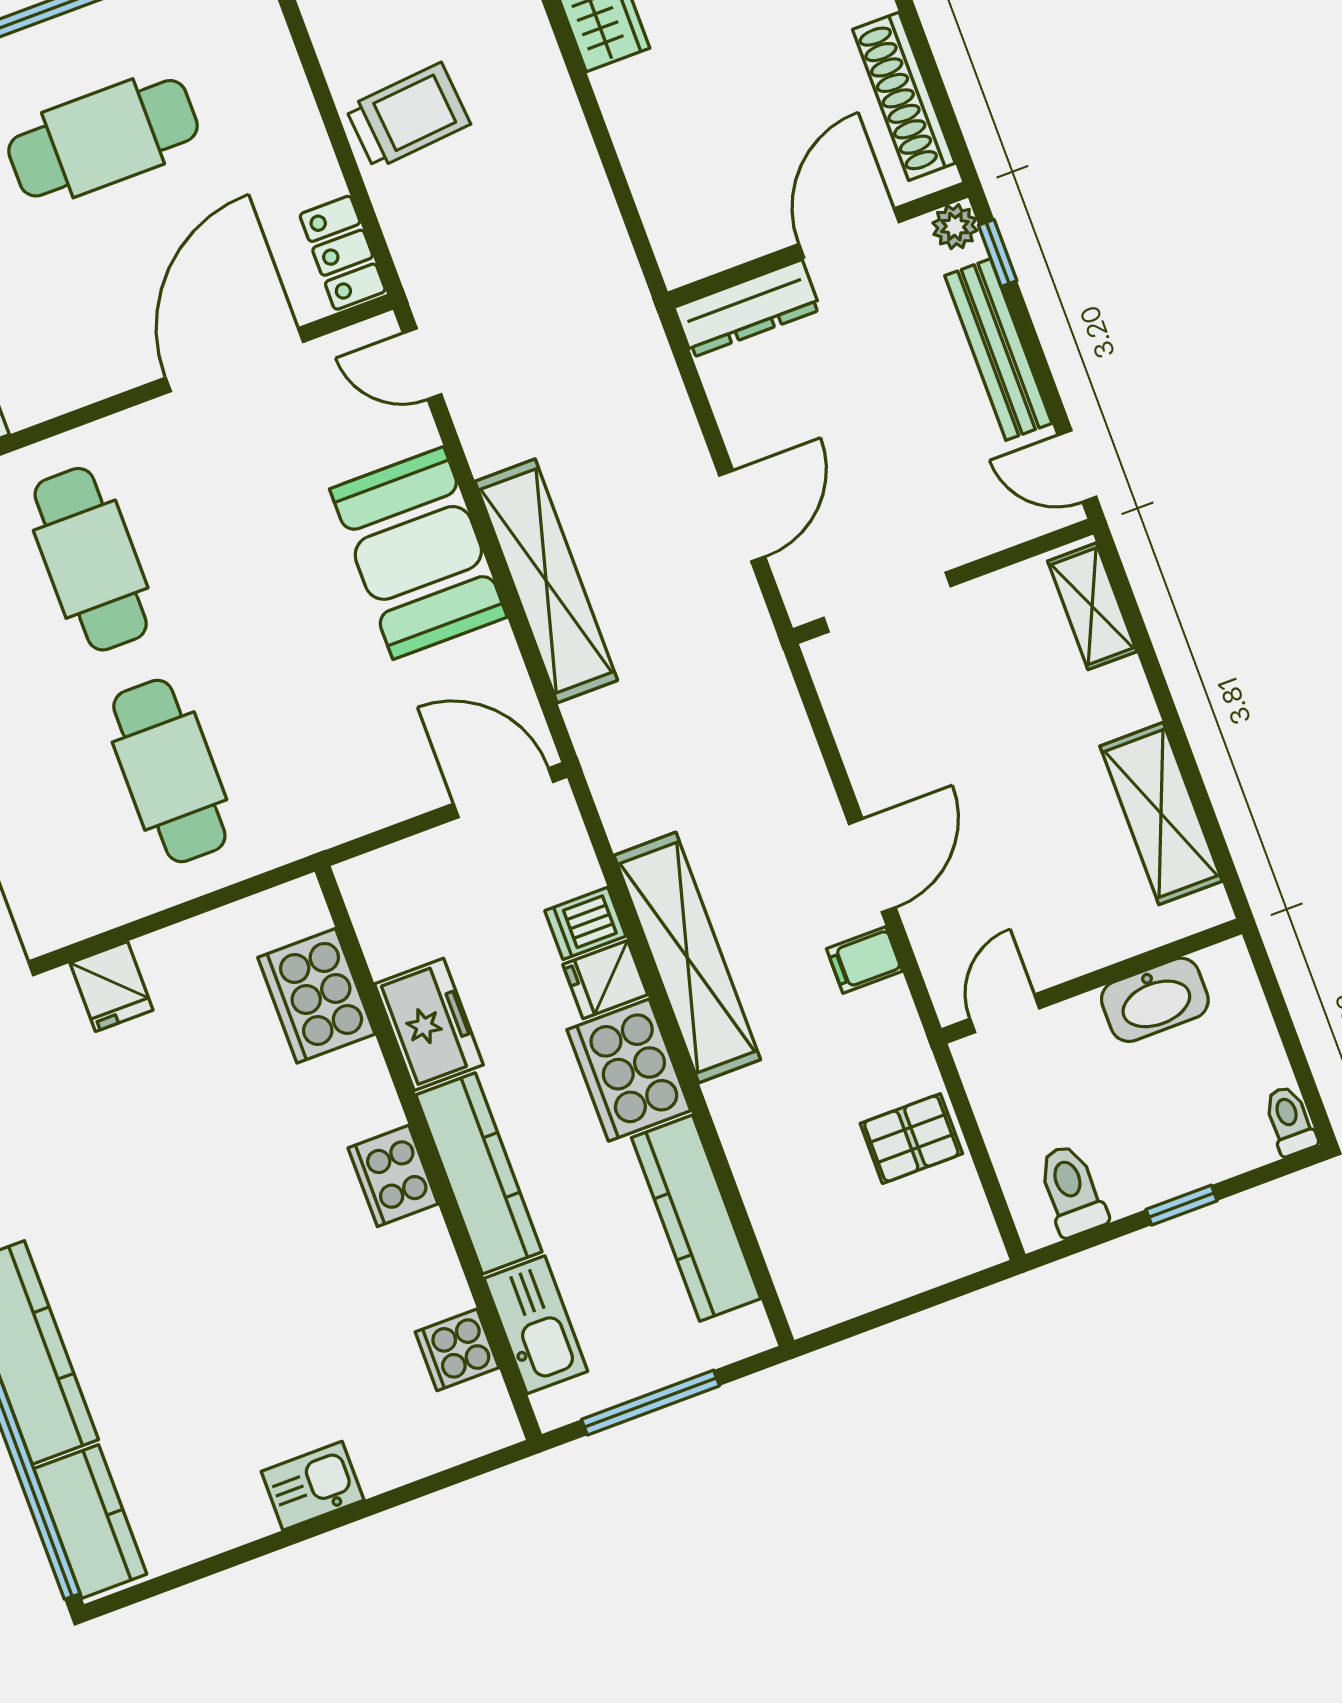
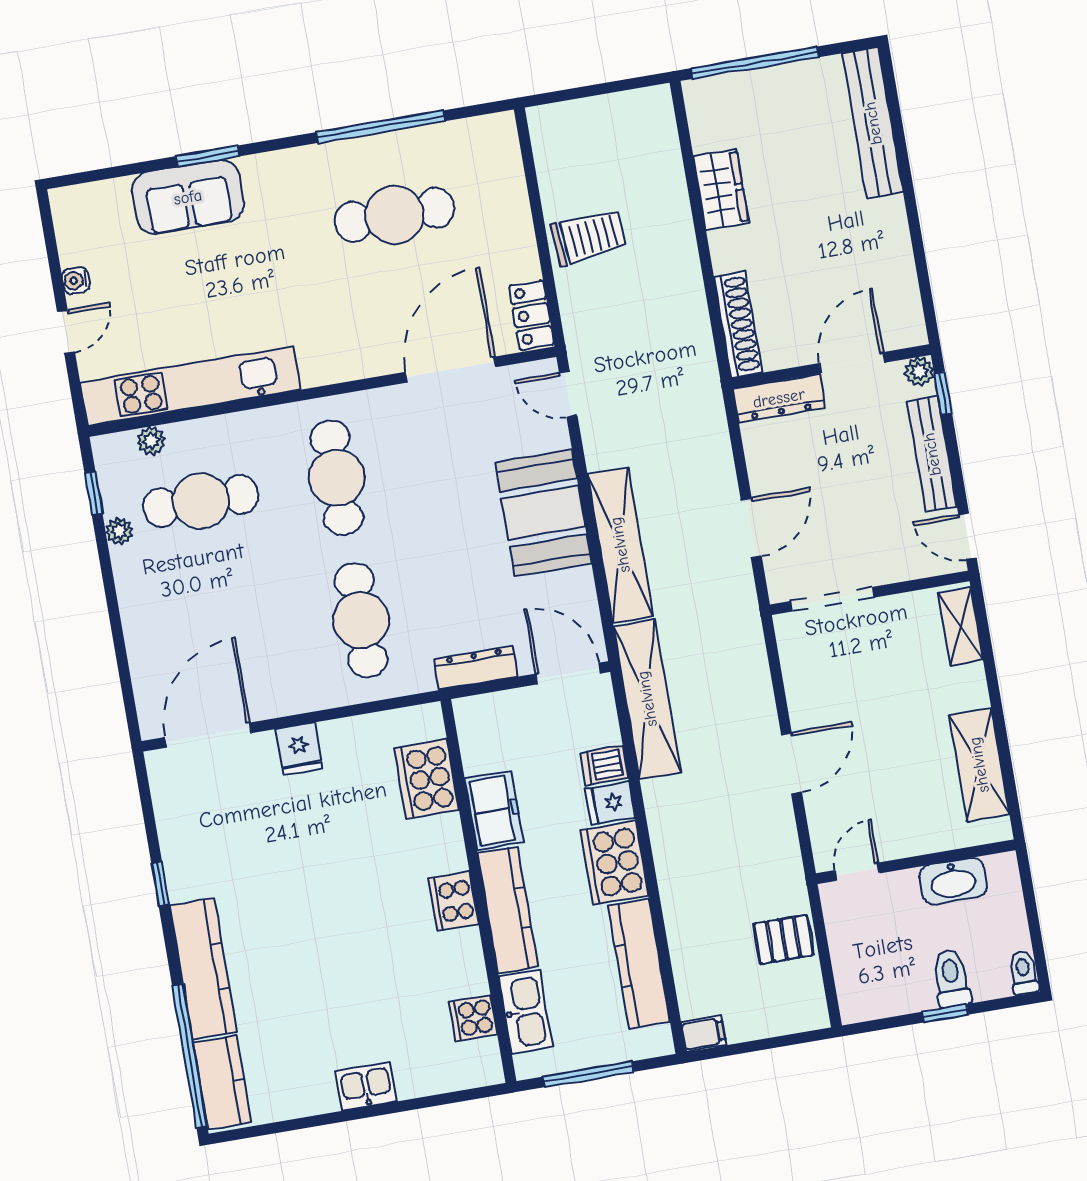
shoe rack: (904, 96) -> (738, 325), moved, turned 180
dresser: (359, 811) -> (476, 668), added
shelving: (687, 958) -> (647, 699), moved
filing cabinet: (864, 960) -> (704, 1034), moved, turned 180
toilet: (1072, 1190) -> (951, 978), moved

